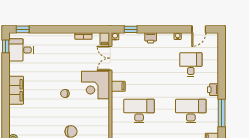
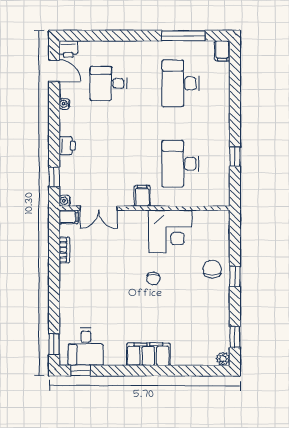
corner desk: (95, 85) -> (170, 231), moved
printer: (213, 90) -> (68, 49), moved

